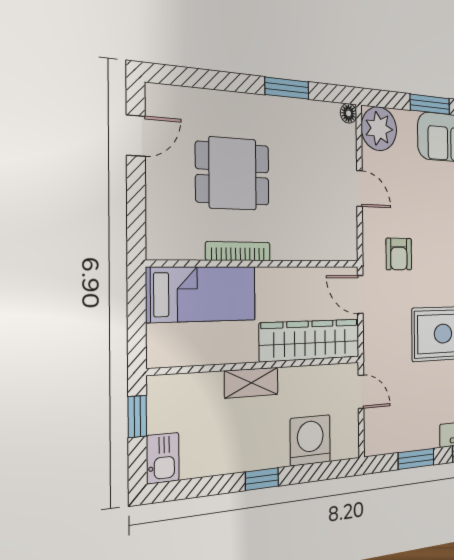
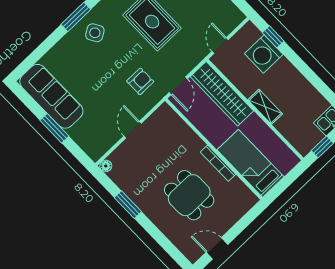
plant: (379, 129) -> (96, 145), removed
window: (262, 479) -> (273, 37), moved

